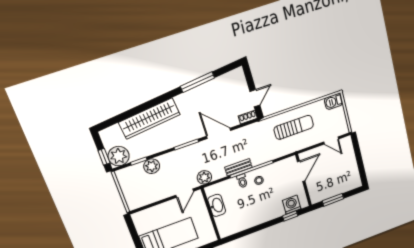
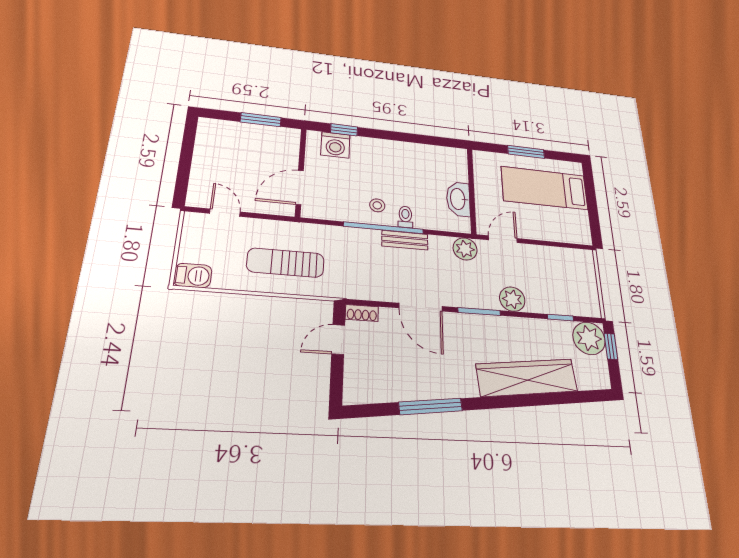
plant: (152, 166) -> (512, 299), moved

